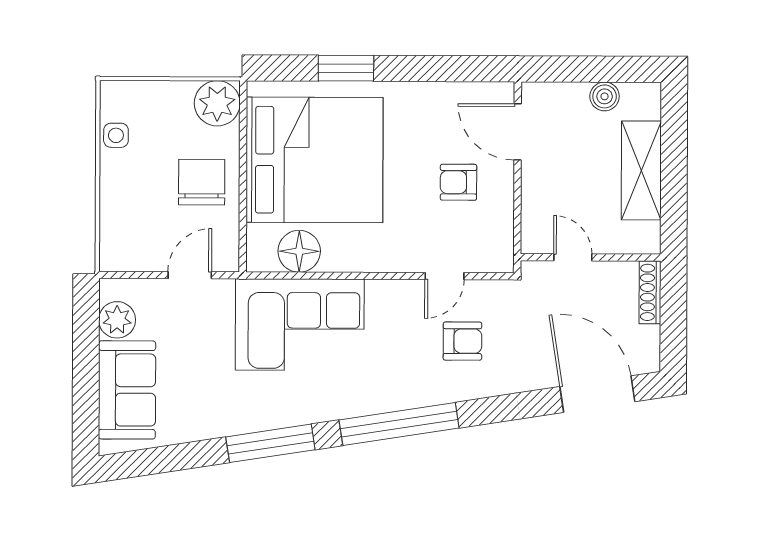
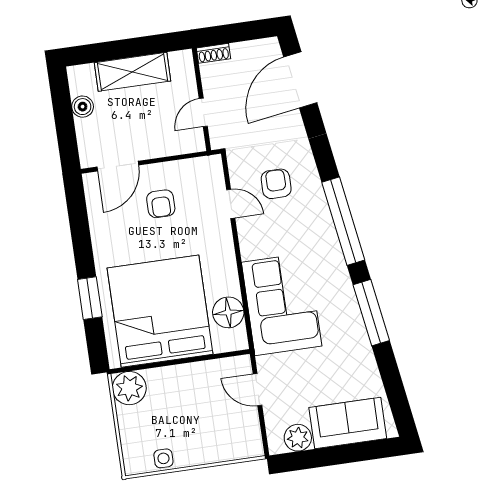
chair: (202, 182) -> (188, 391), removed
shoe rack: (650, 292) -> (214, 53), width x0.70

